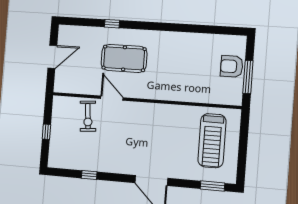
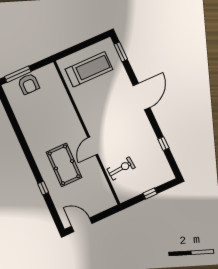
door: (52, 57) -> (82, 225), moved
window: (248, 77) -> (18, 74), moved
door: (112, 98) -> (93, 146), moved

